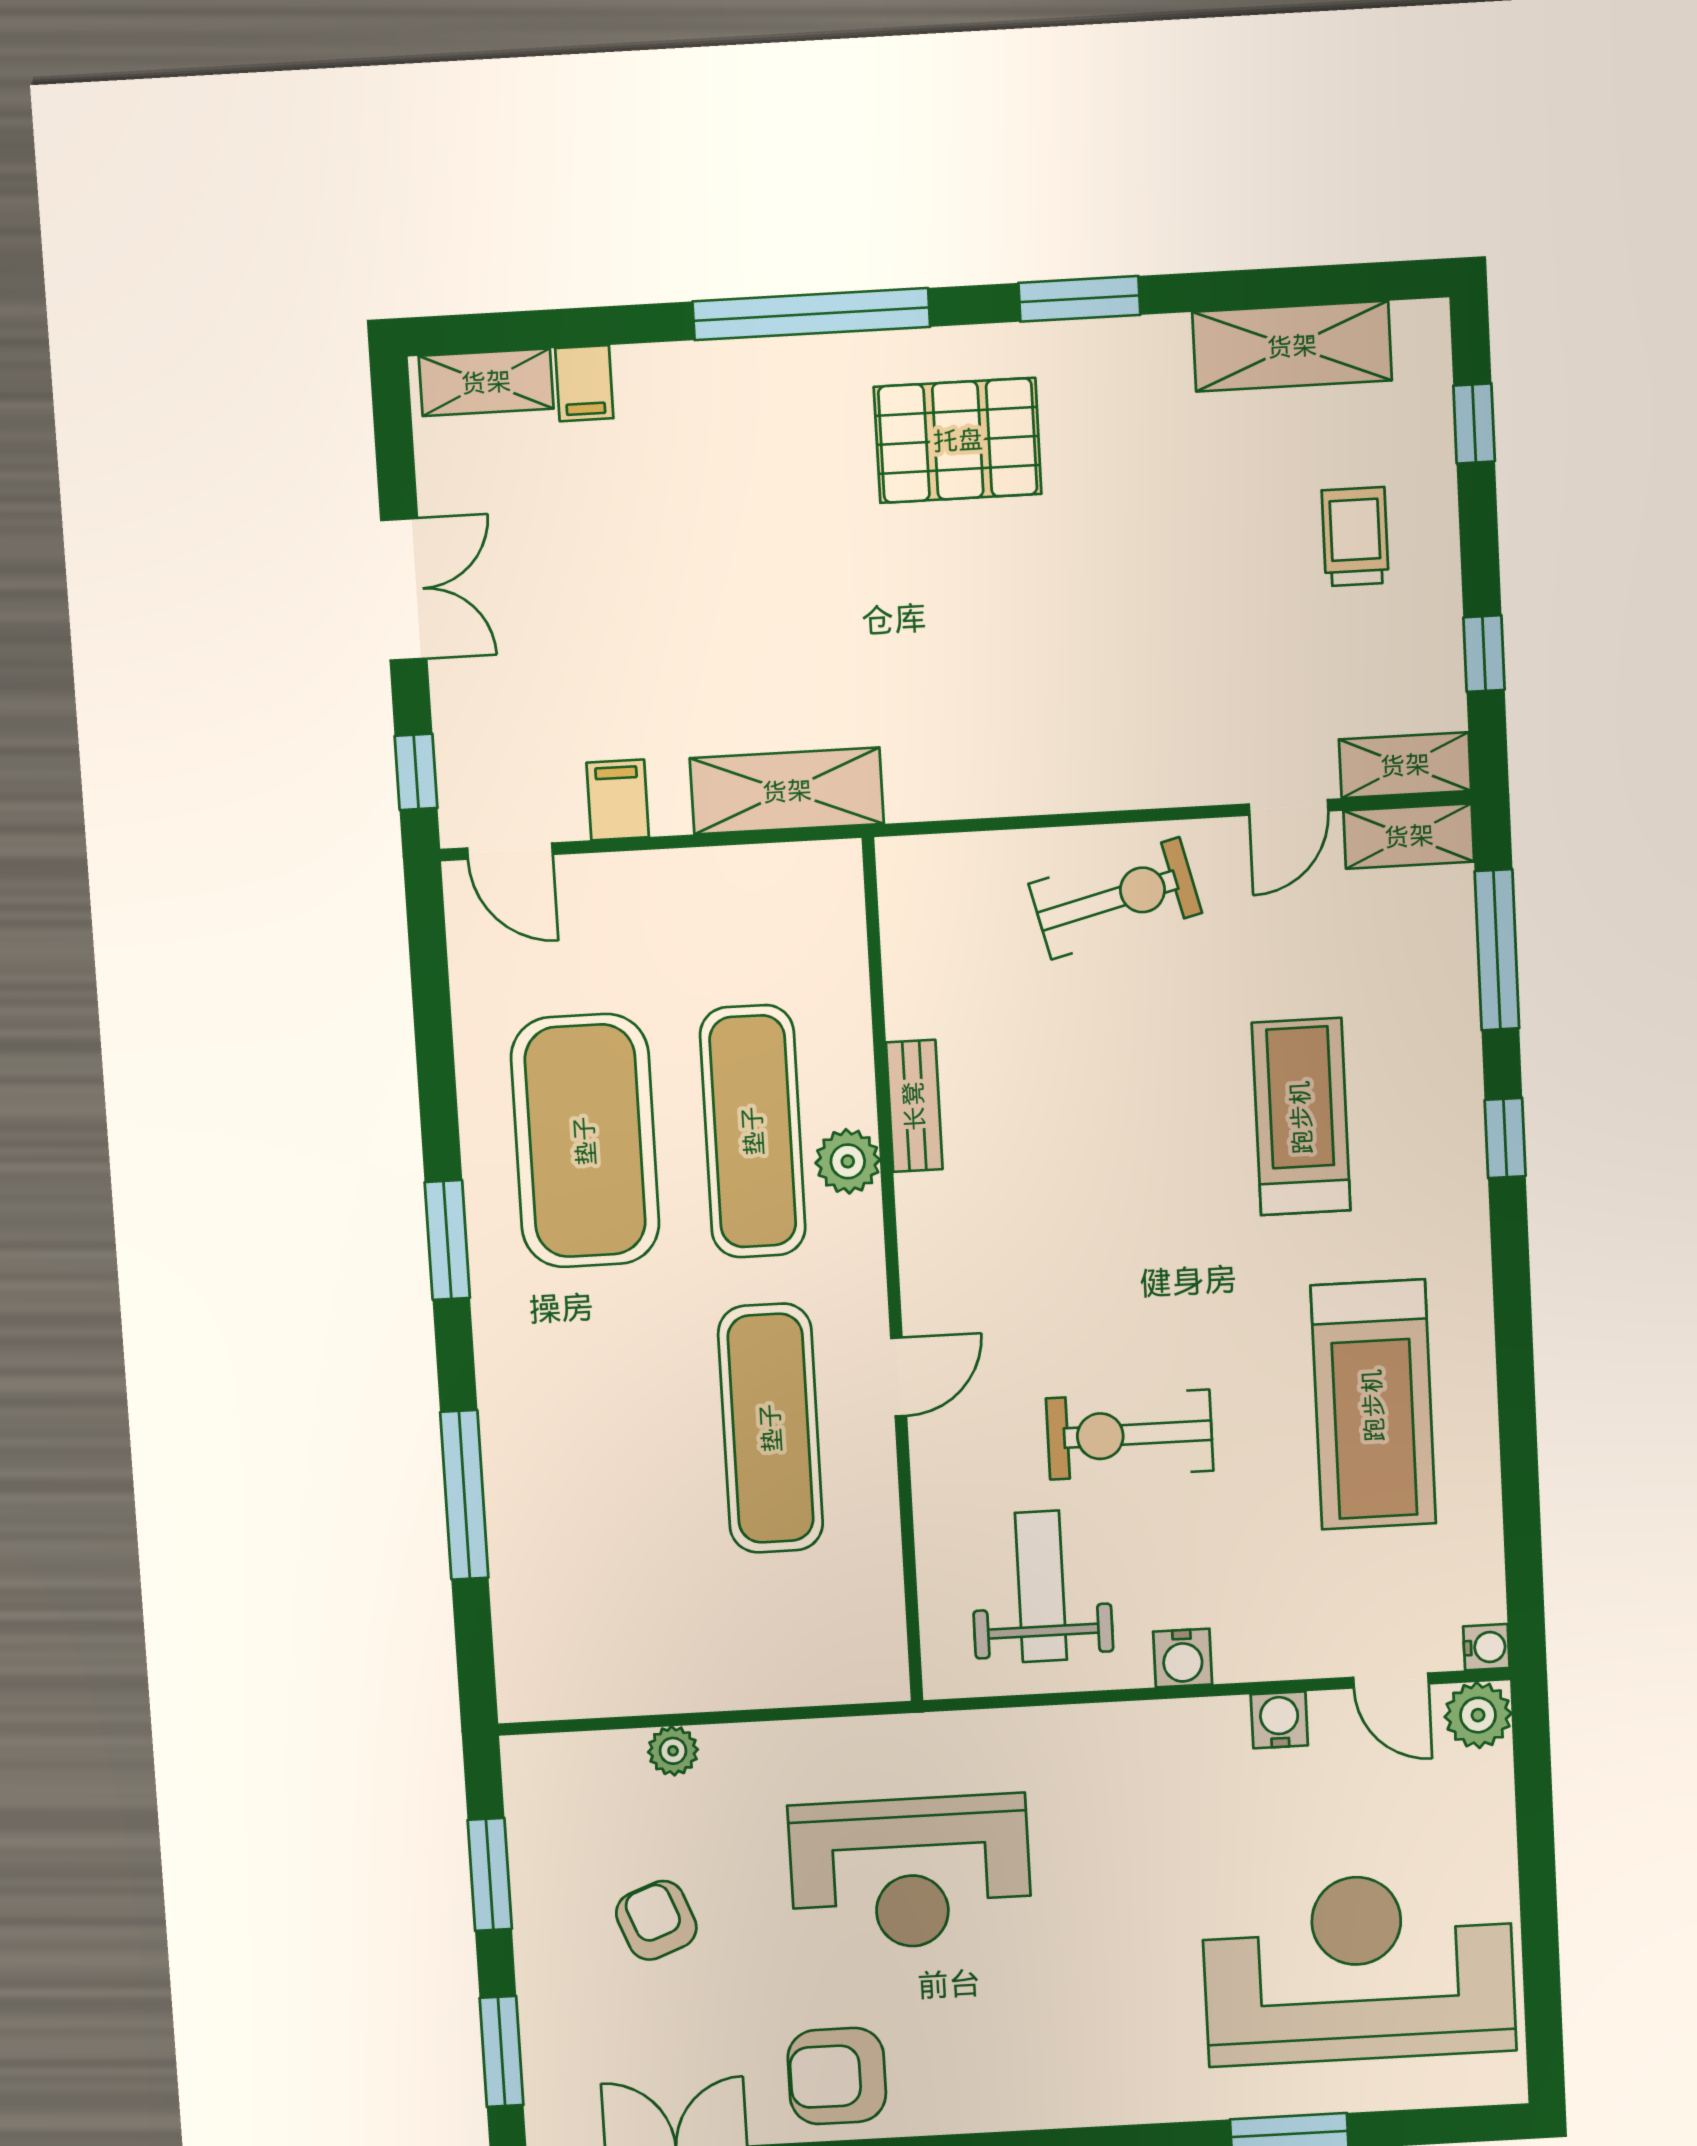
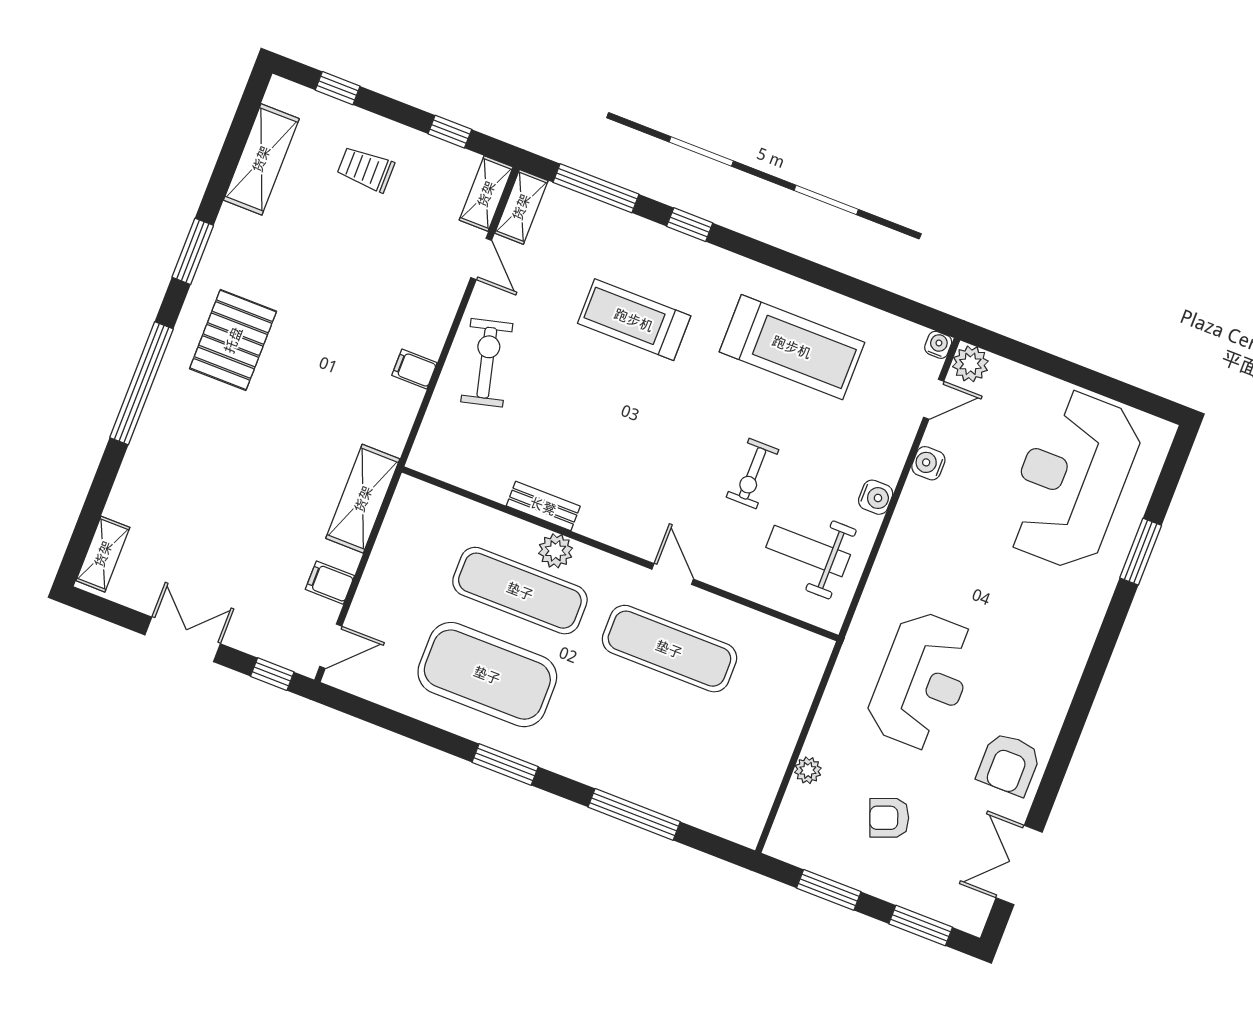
filing cabinet: (584, 383) -> (414, 369), moved, turned 180
exercise bike: (1130, 1435) -> (753, 473), width x0.73, depth x0.72

